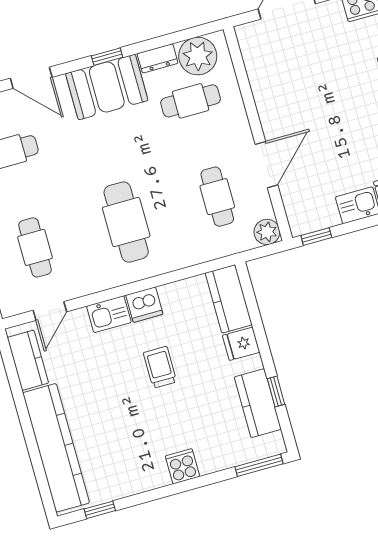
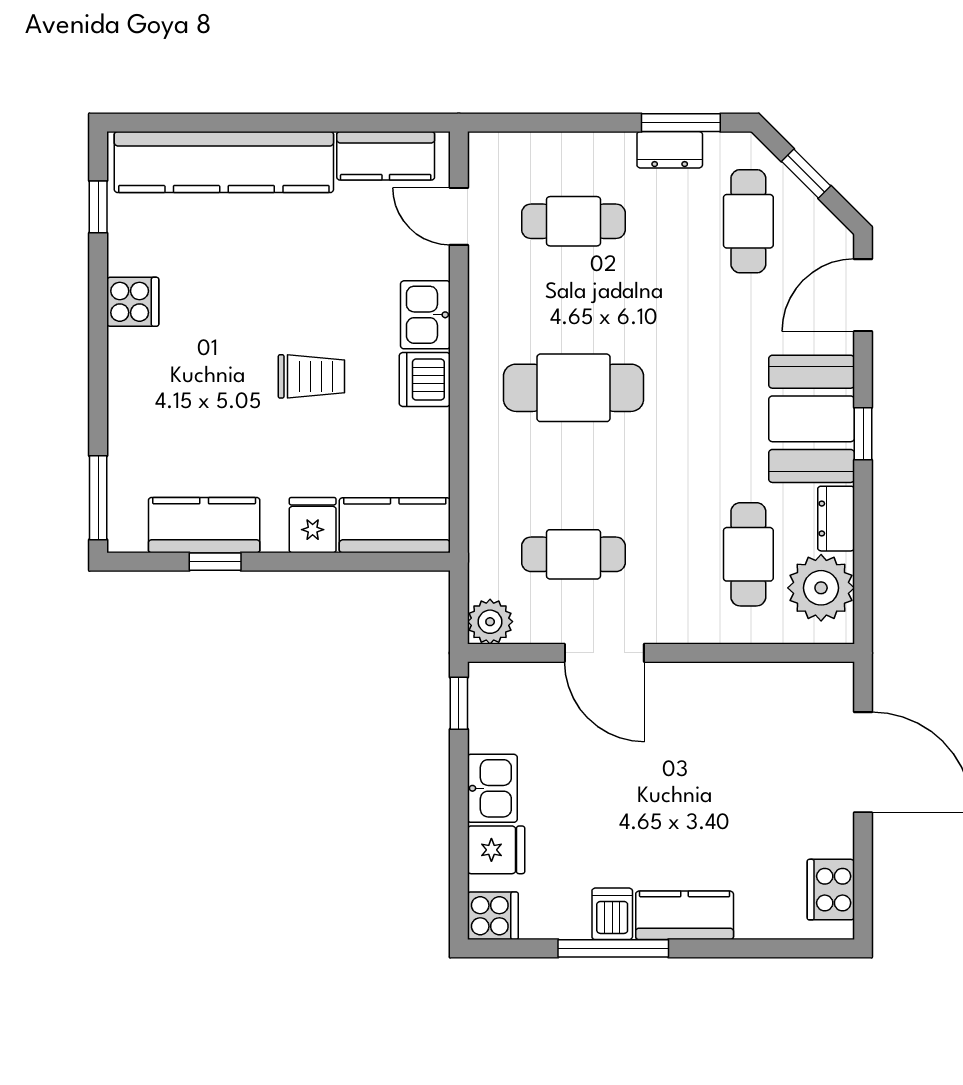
cooker: (183, 466) -> (133, 302), moved

